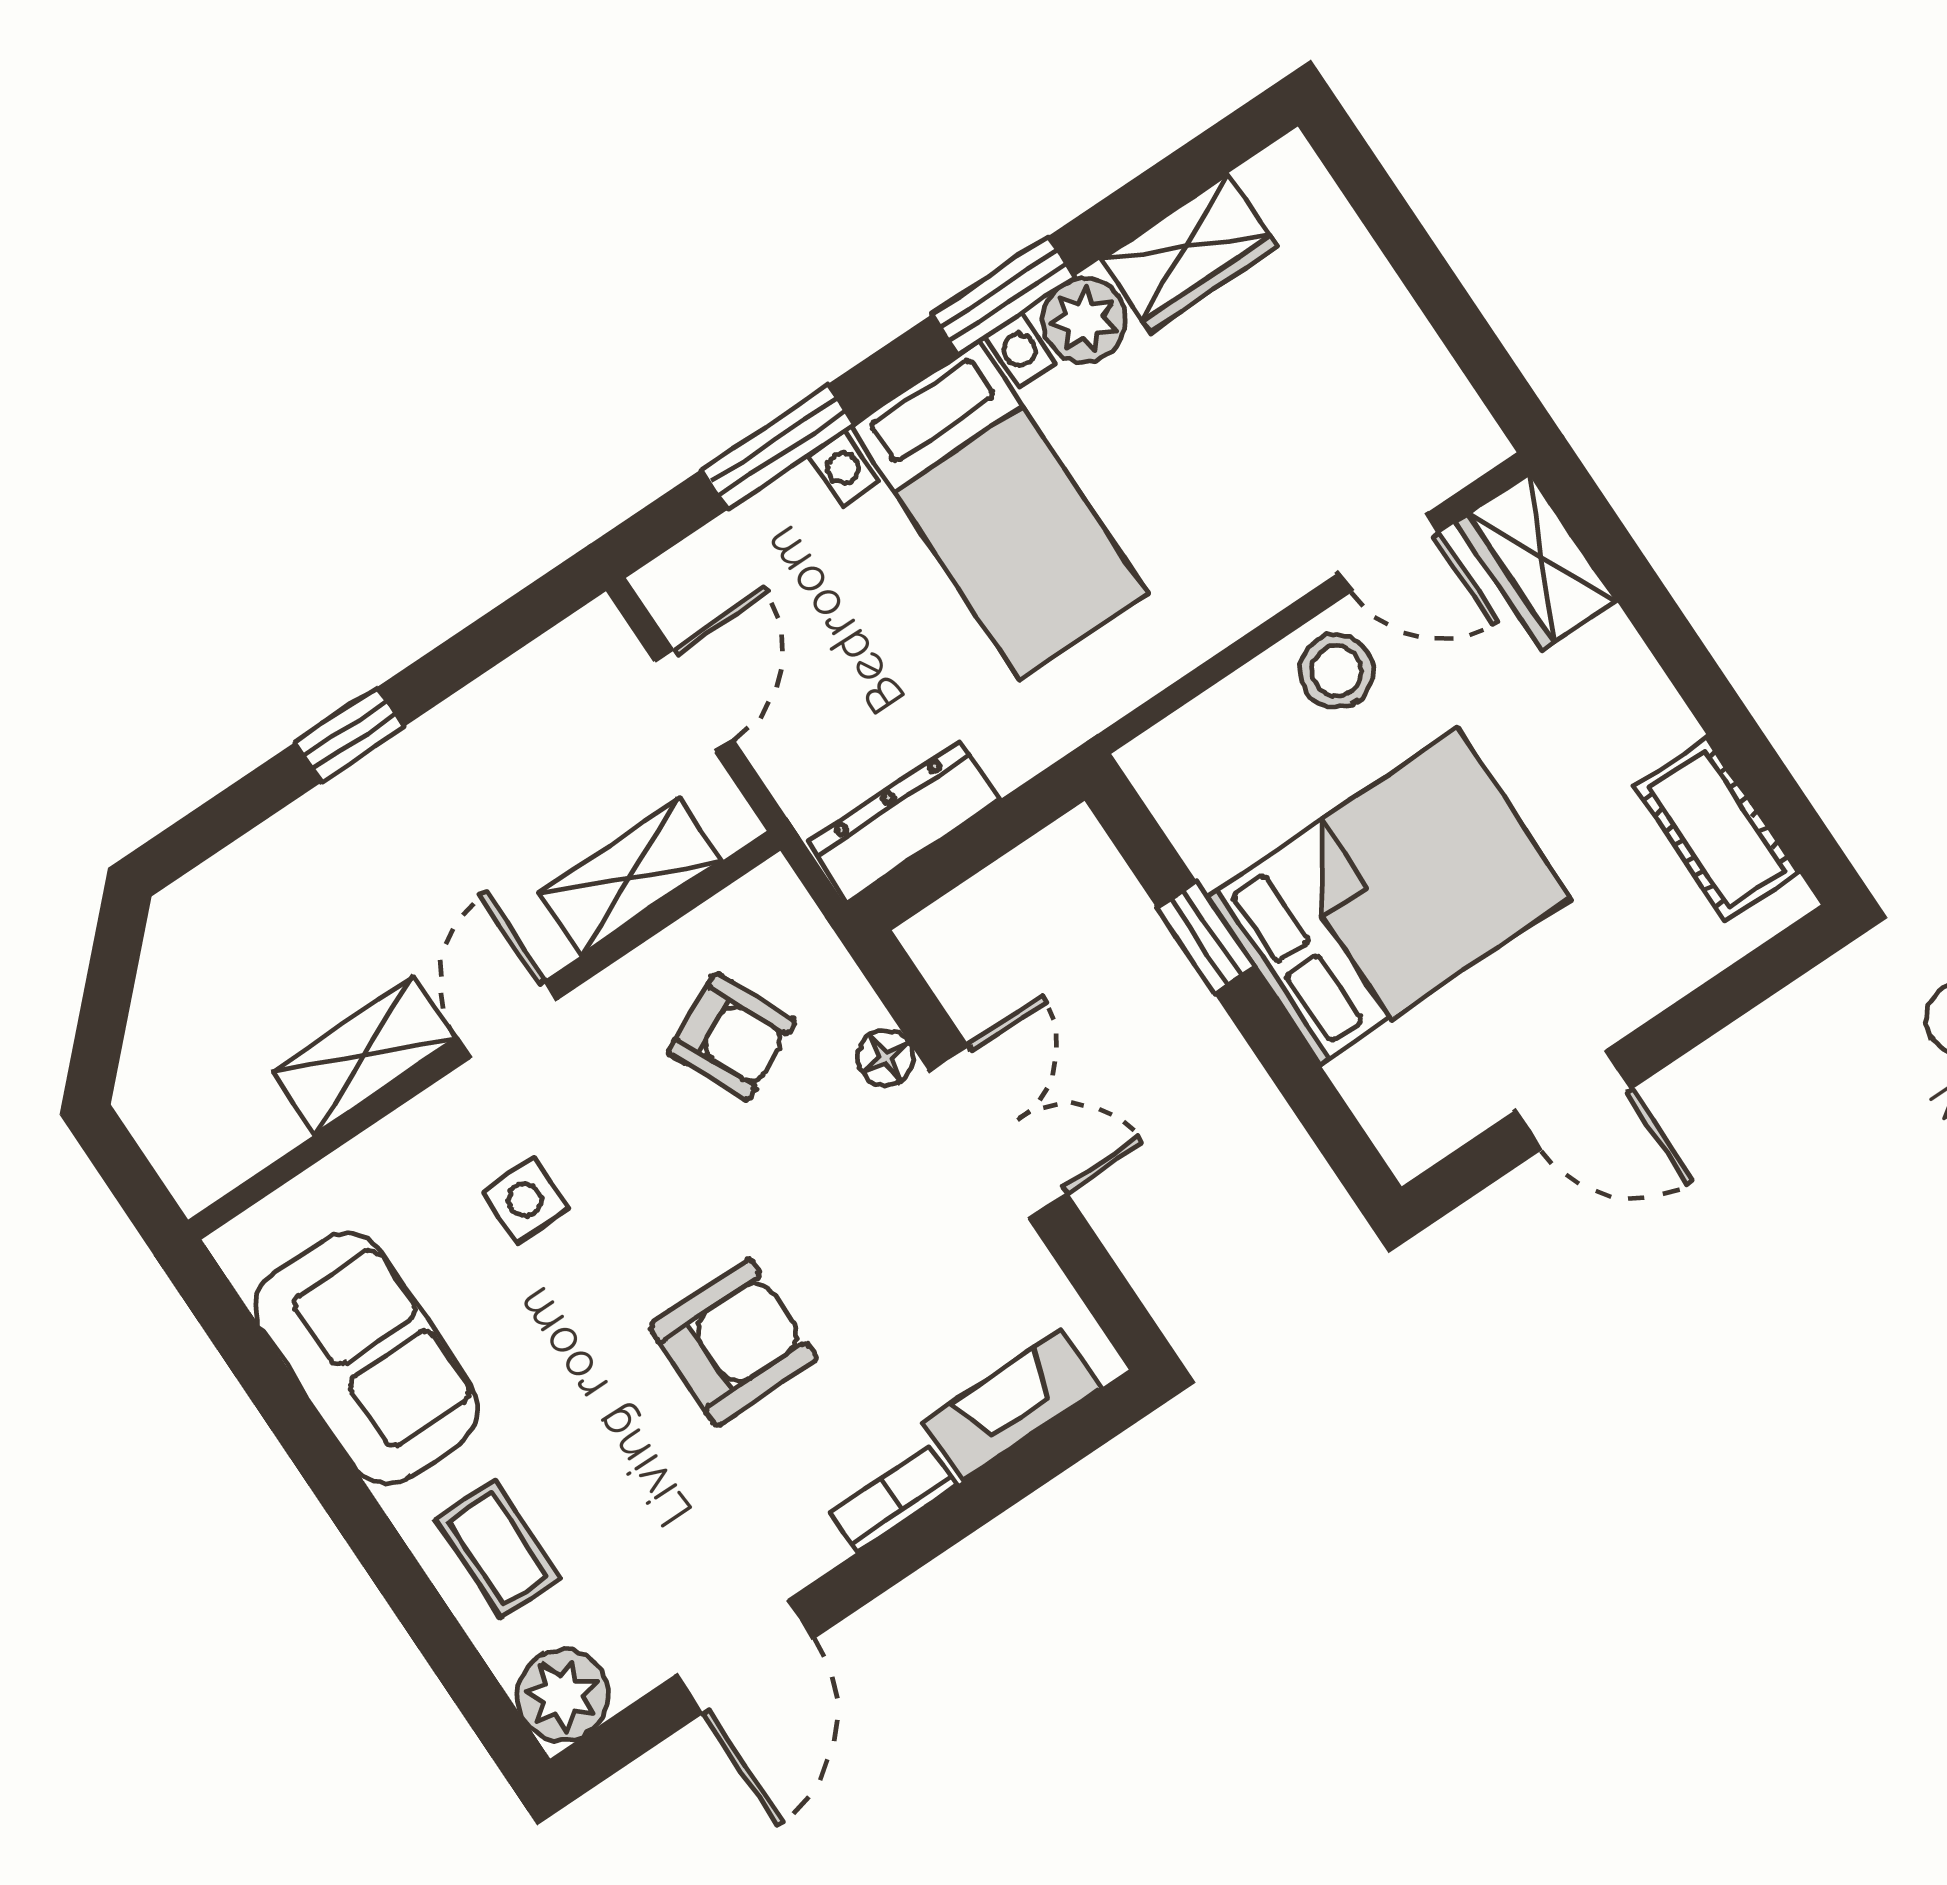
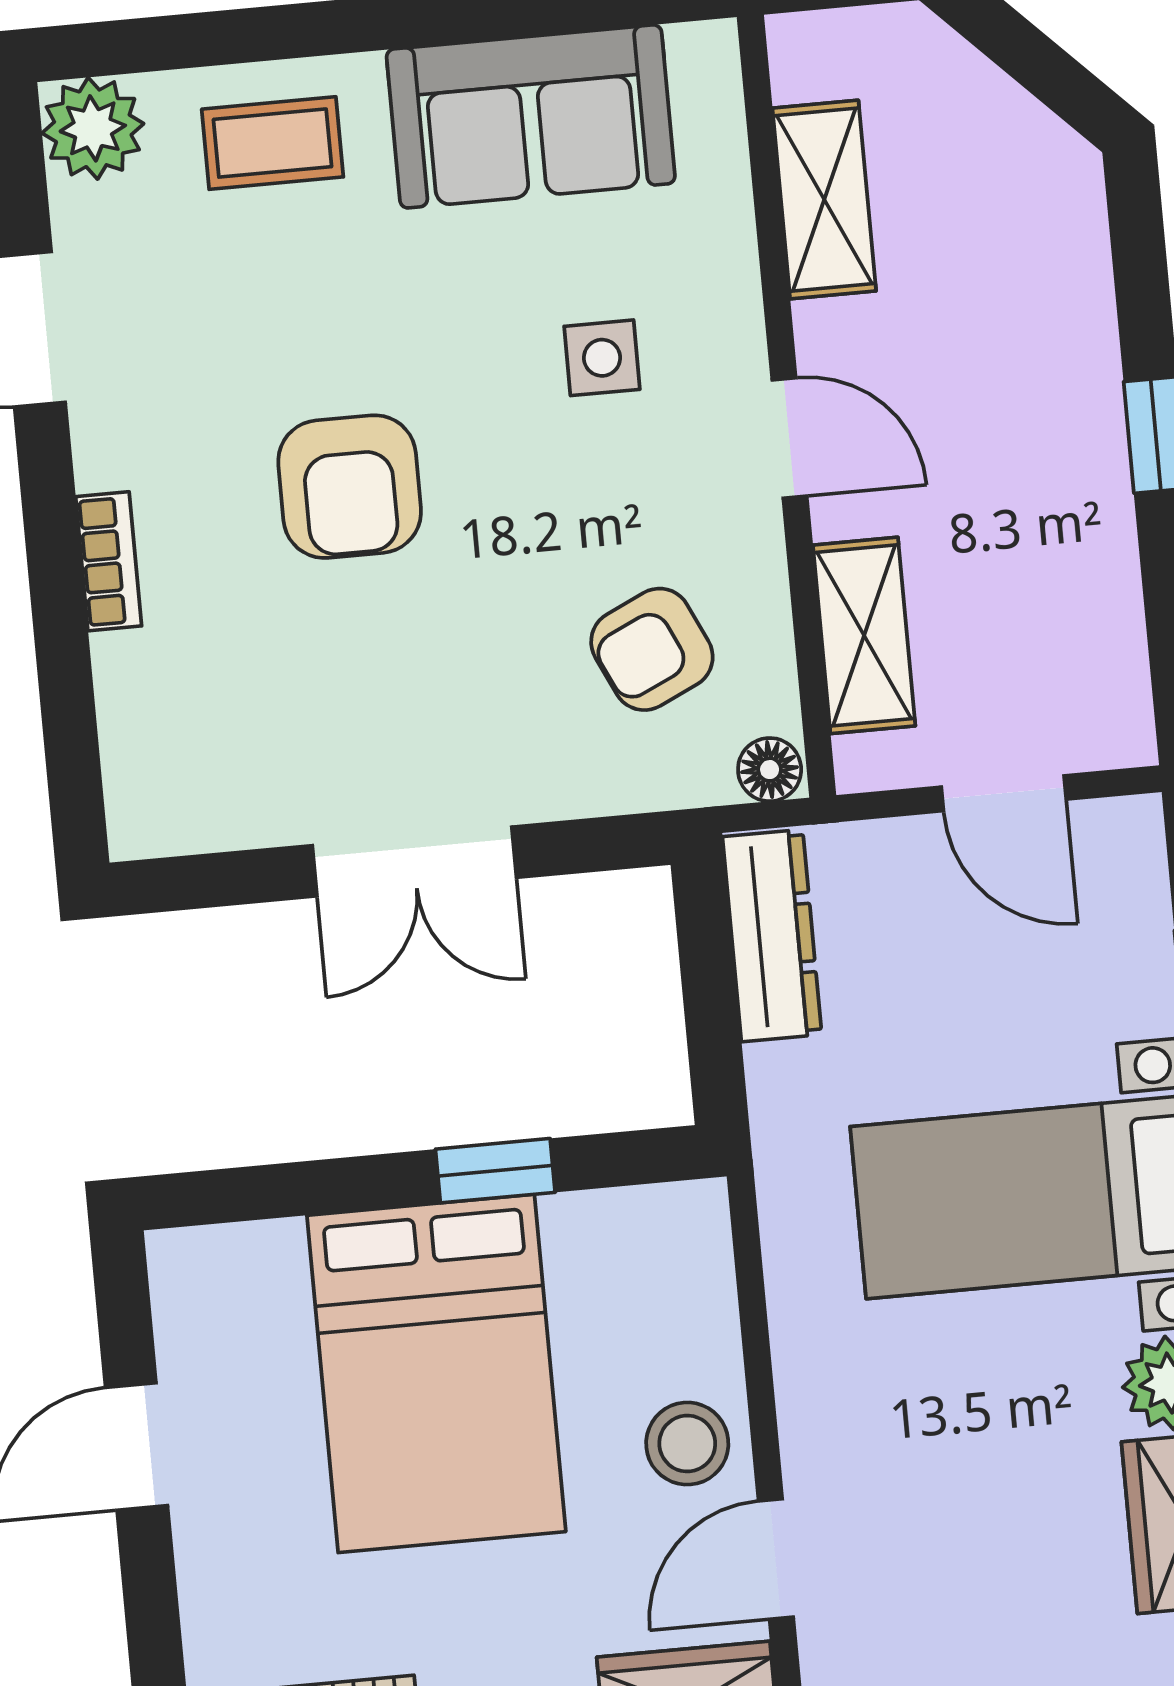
shelving: (364, 1055) -> (824, 200), moved
floor lamp: (885, 1058) -> (770, 770), moved
fireplace: (1012, 1405) -> (137, 728), removed

